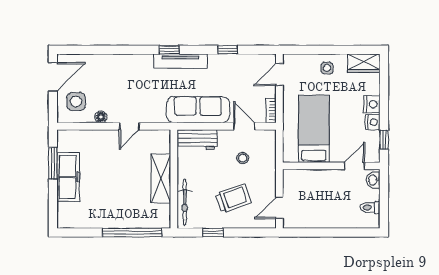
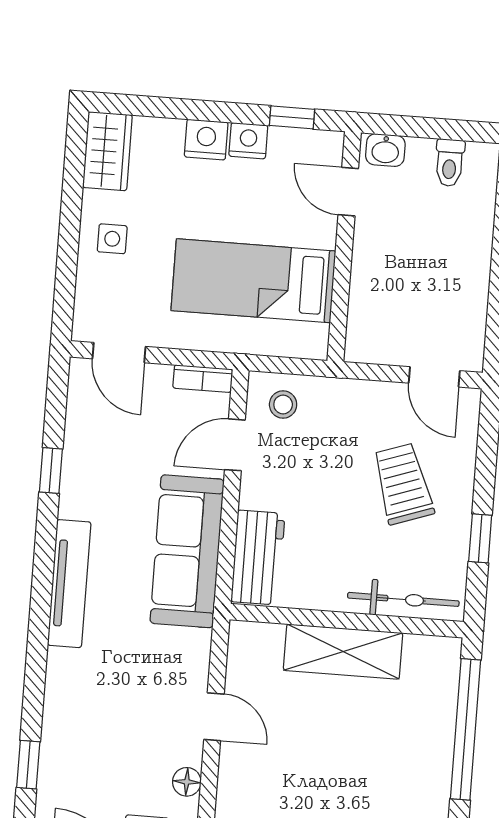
window: (169, 50) -> (28, 765), moved
stool: (243, 158) -> (283, 404), moved

